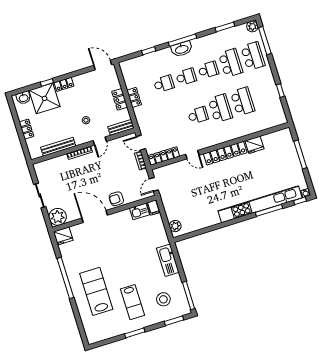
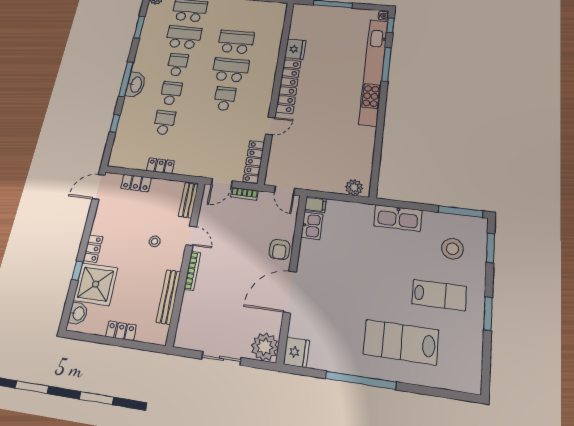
locker: (120, 99) -> (136, 183), moved

